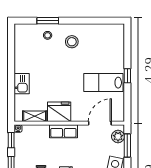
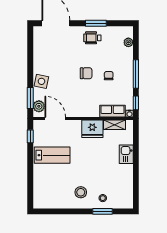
window: (127, 76) -> (30, 136), moved
door: (100, 123) -> (55, 118), swing flipped
row of seats: (63, 131) -> (112, 111), moved

